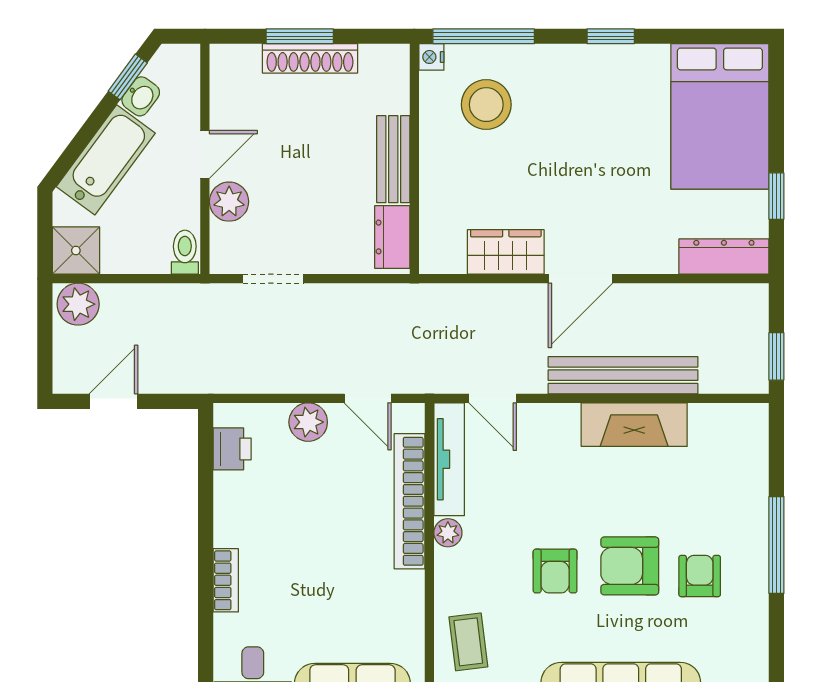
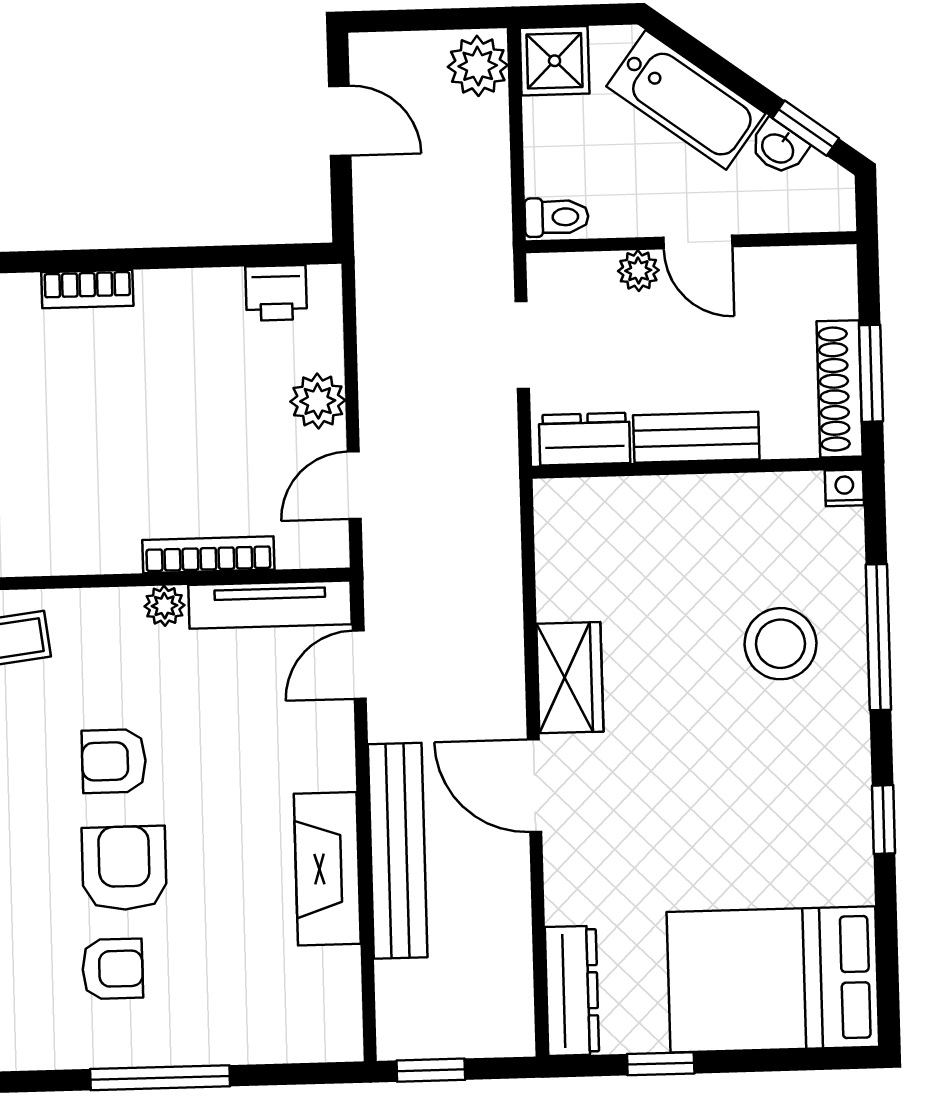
nightstand: (431, 57) -> (844, 488), moved
bench: (393, 159) -> (696, 437), moved
wall: (414, 159) -> (697, 468), moved
plant: (229, 202) -> (638, 271), width x0.73, depth x0.73
dresser: (392, 237) -> (585, 439), moved
bookcase: (410, 501) -> (208, 555), width x0.68, depth x0.76

